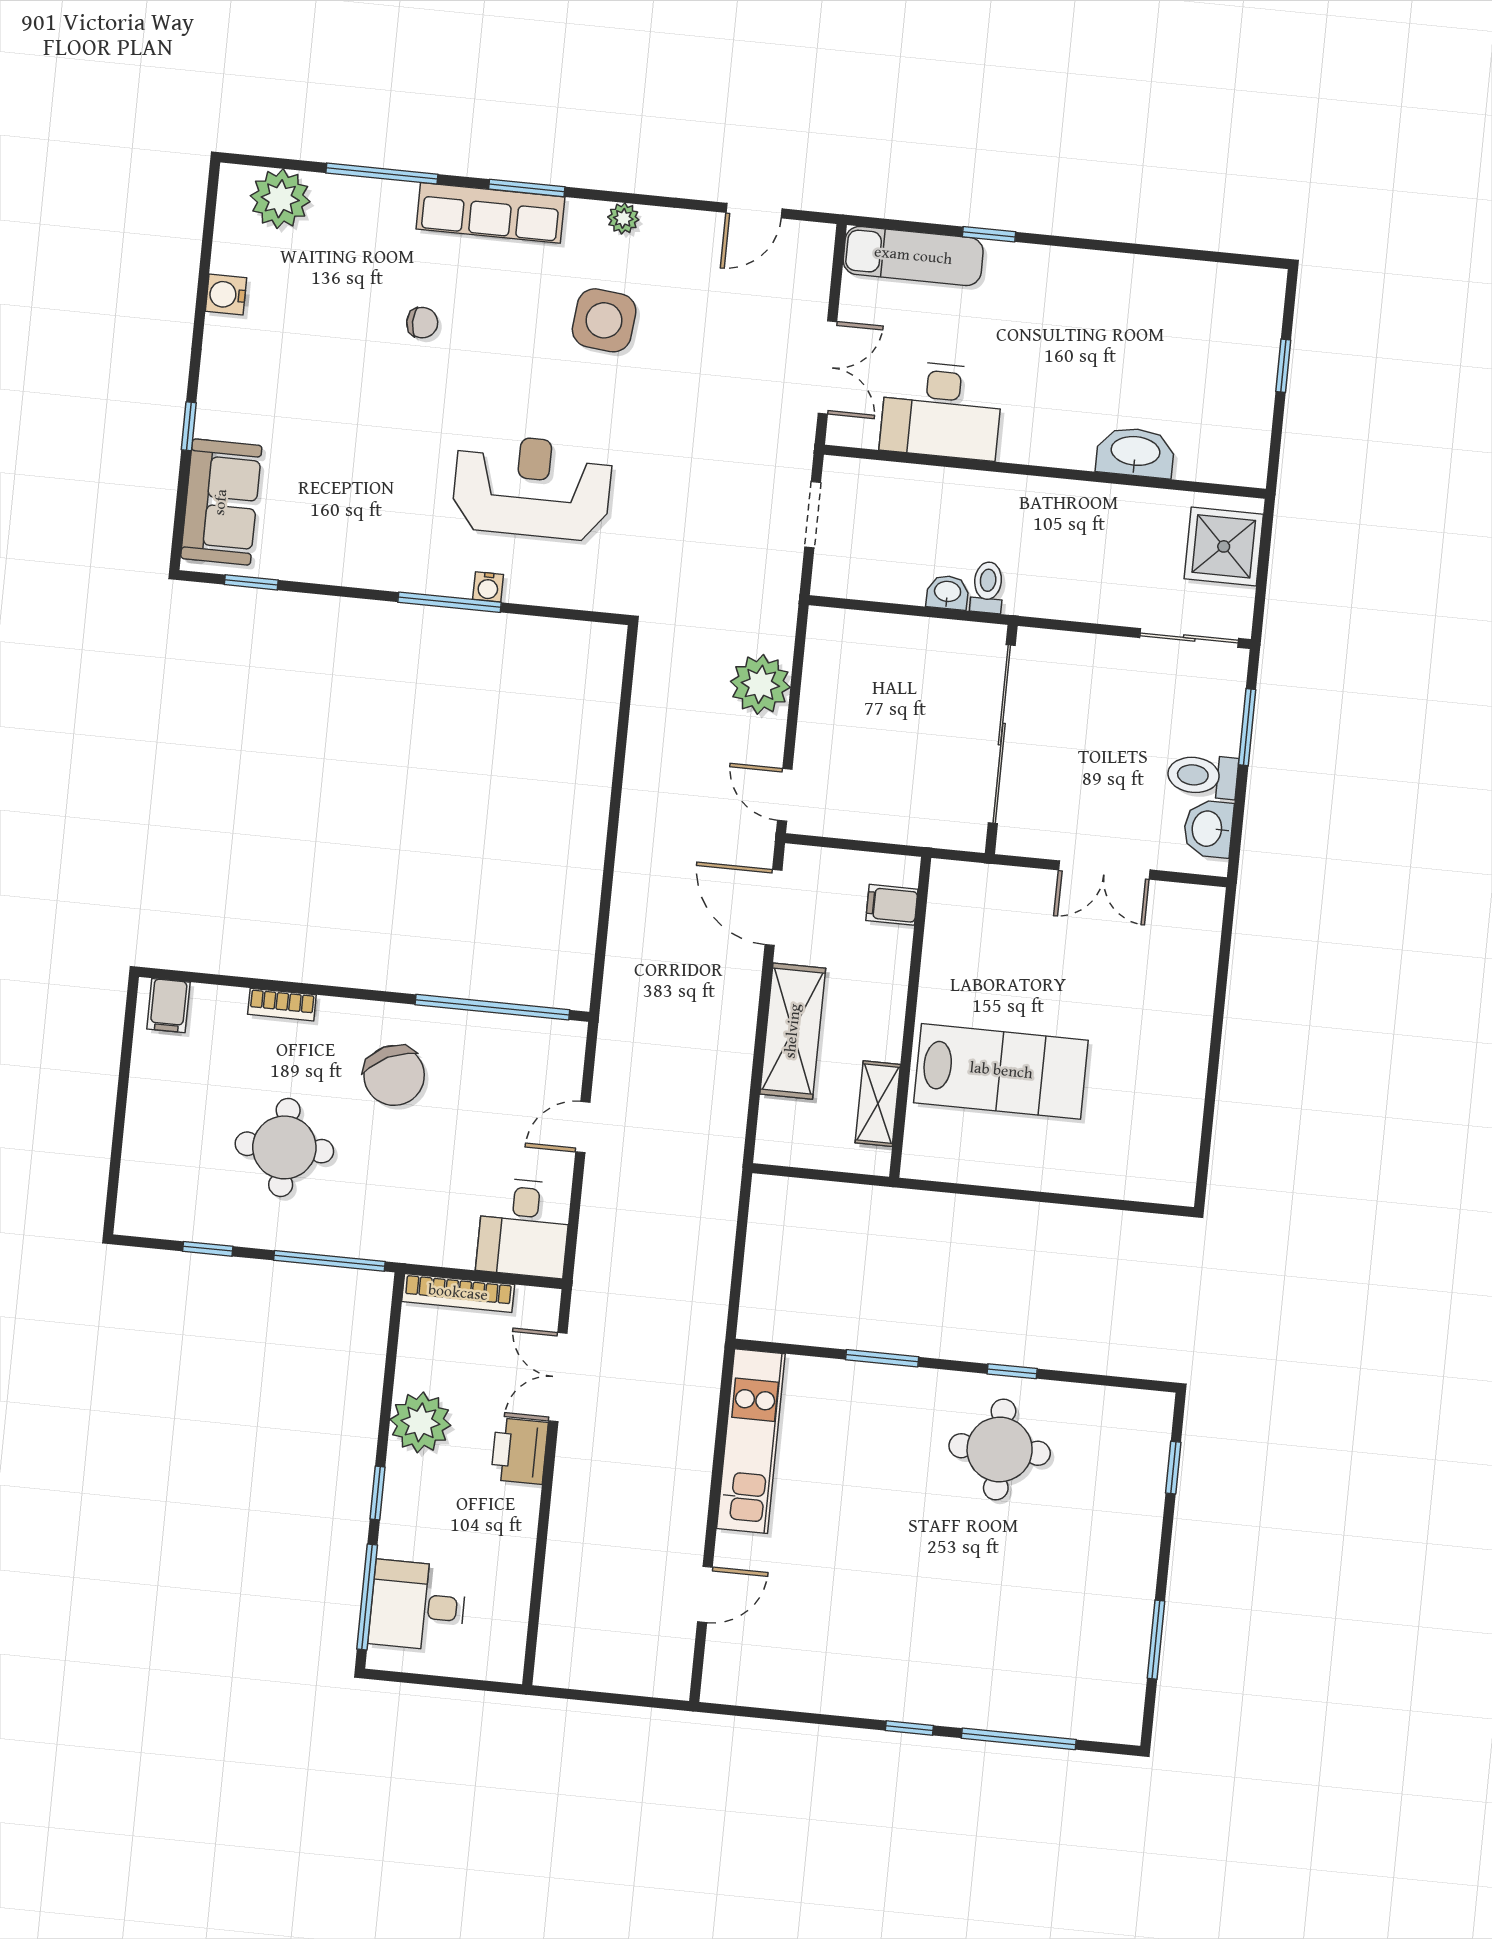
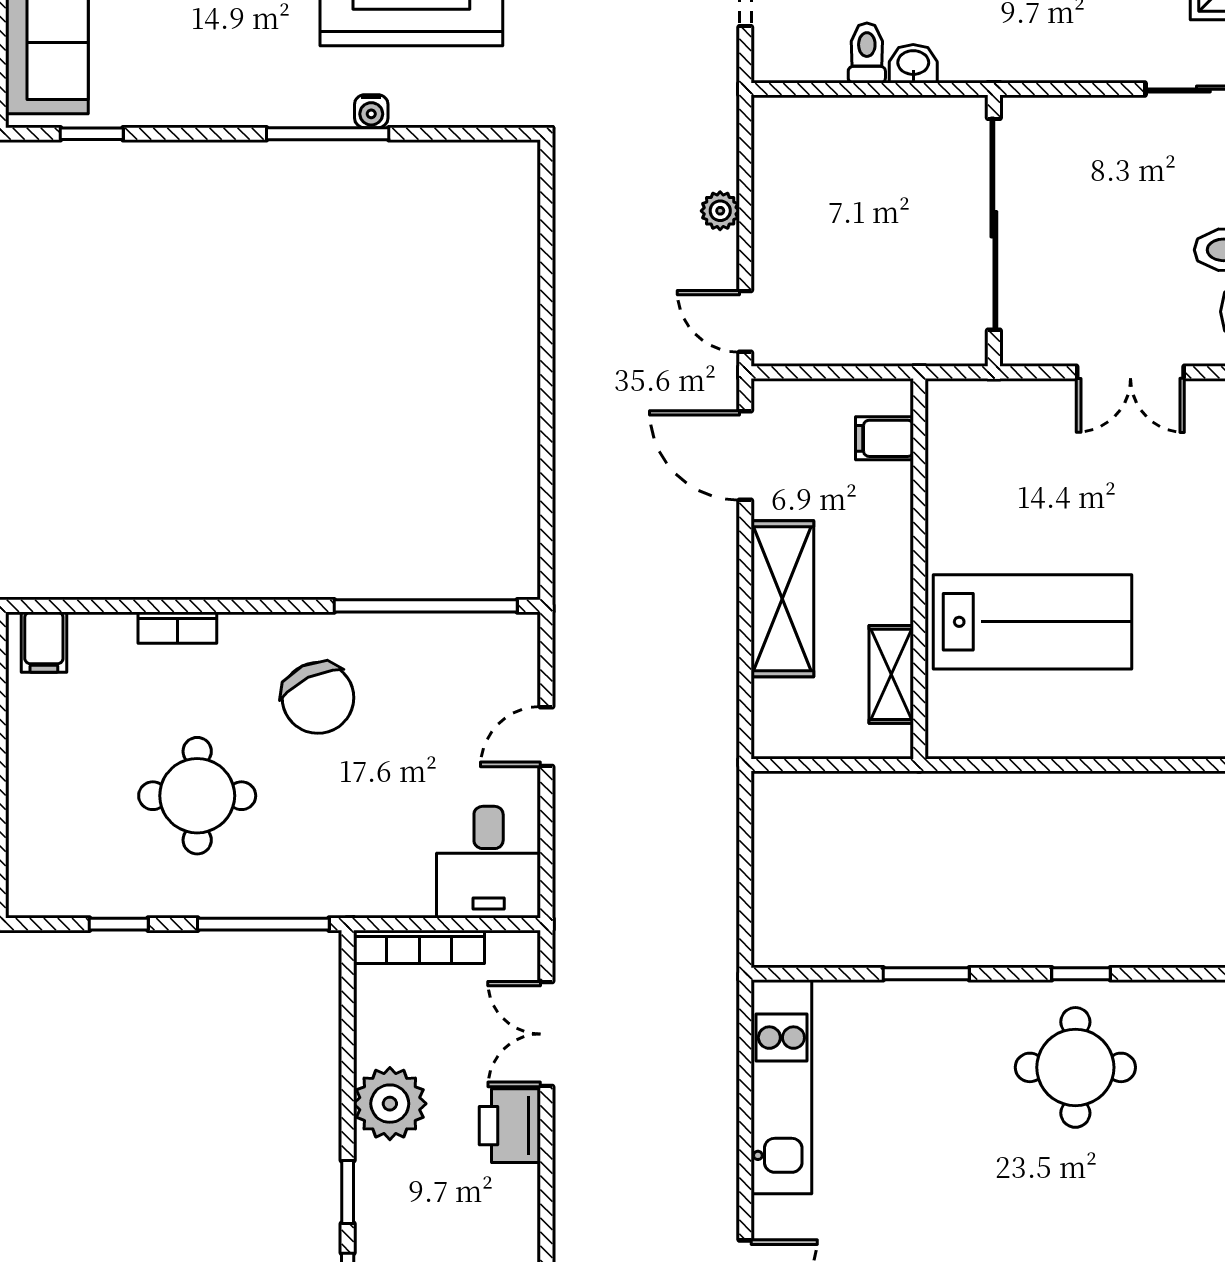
toilet: (987, 587) -> (867, 53), moved
plant: (760, 684) -> (720, 211), width x0.53, depth x0.53

